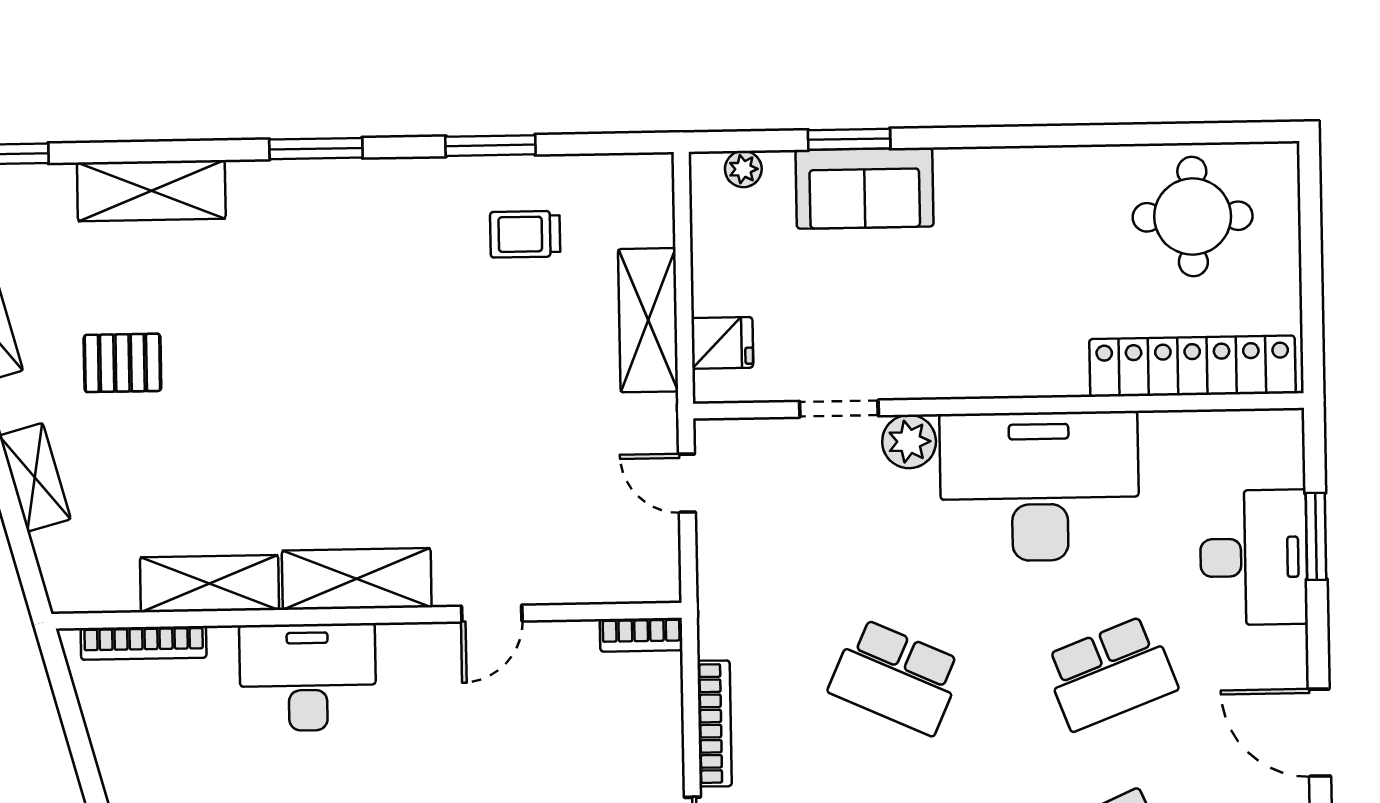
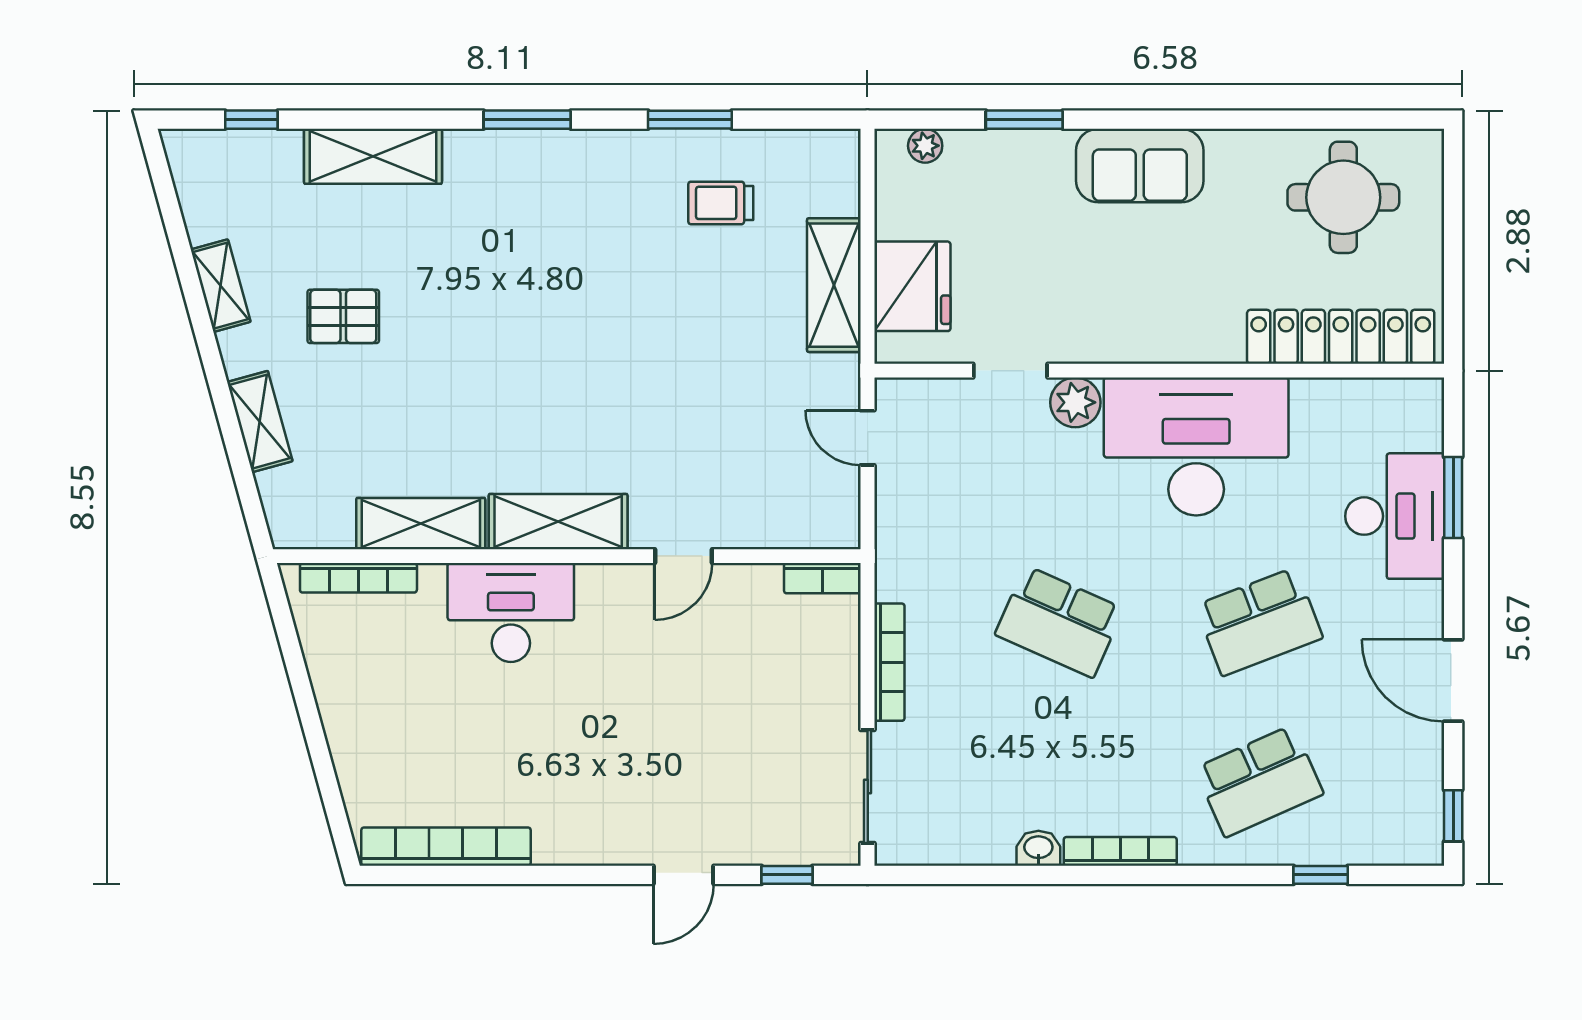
sofa: (865, 188) -> (1140, 166), moved
fridge: (722, 343) -> (912, 286), width x1.88, depth x1.34

